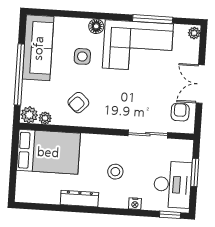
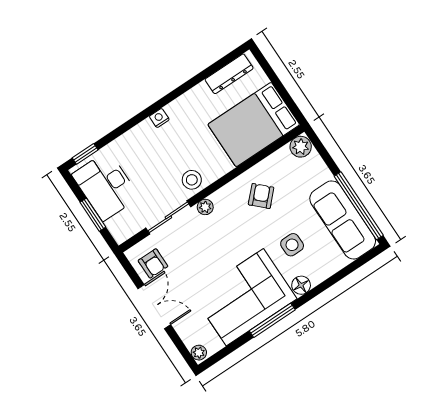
window: (153, 19) -> (272, 320), moved
window: (19, 74) -> (359, 206), moved
plant: (45, 118) -> (205, 207), moved
stool: (115, 172) -> (192, 180), moved
dresser: (79, 199) -> (229, 74), moved
nightstand: (135, 204) -> (159, 118), moved

